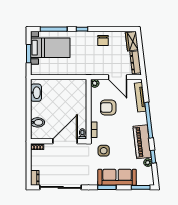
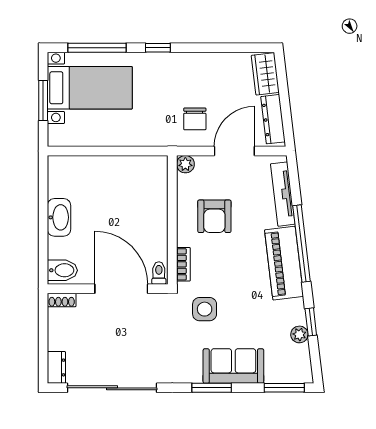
chair: (103, 41) -> (195, 119), moved
door: (117, 77) -> (234, 151), swing flipped
washbasin: (36, 93) -> (59, 217), moved
armchair: (108, 107) -> (214, 216), turned -90
bidet: (37, 122) -> (62, 270), moved
door: (65, 141) -> (121, 289), hinge flipped
piano: (142, 142) -> (284, 263), moved
sofa: (117, 177) -> (233, 366), width x0.73

